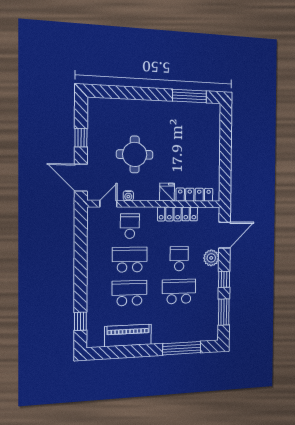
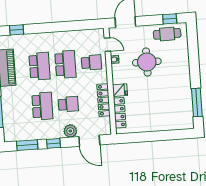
cafe table: (101, 124) -> (167, 34), added
window: (81, 138) -> (170, 19), moved

